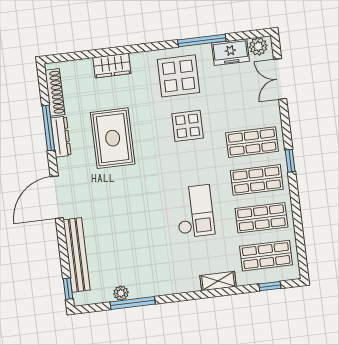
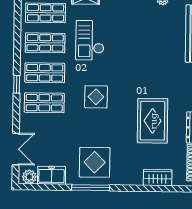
window: (202, 40) -> (91, 188), moved
wardrobe: (112, 66) -> (158, 178), moved
display table: (188, 126) -> (96, 97), moved
checkout: (195, 211) -> (90, 40), moved

